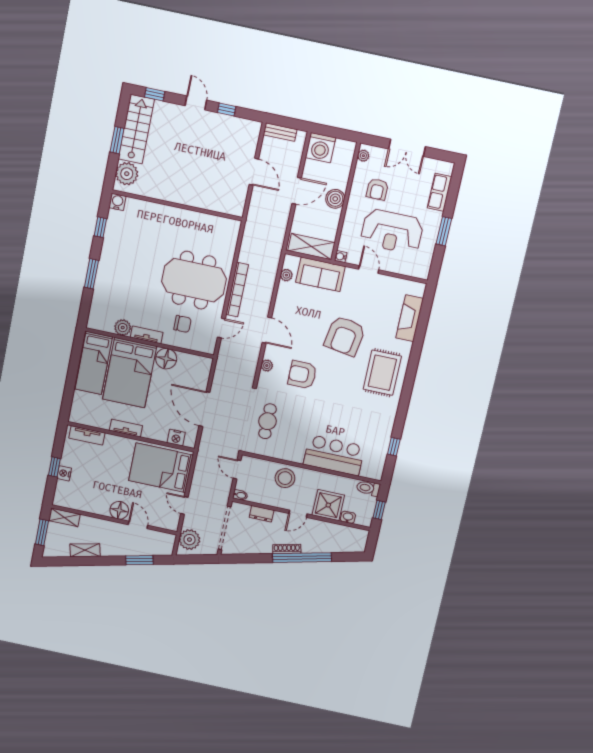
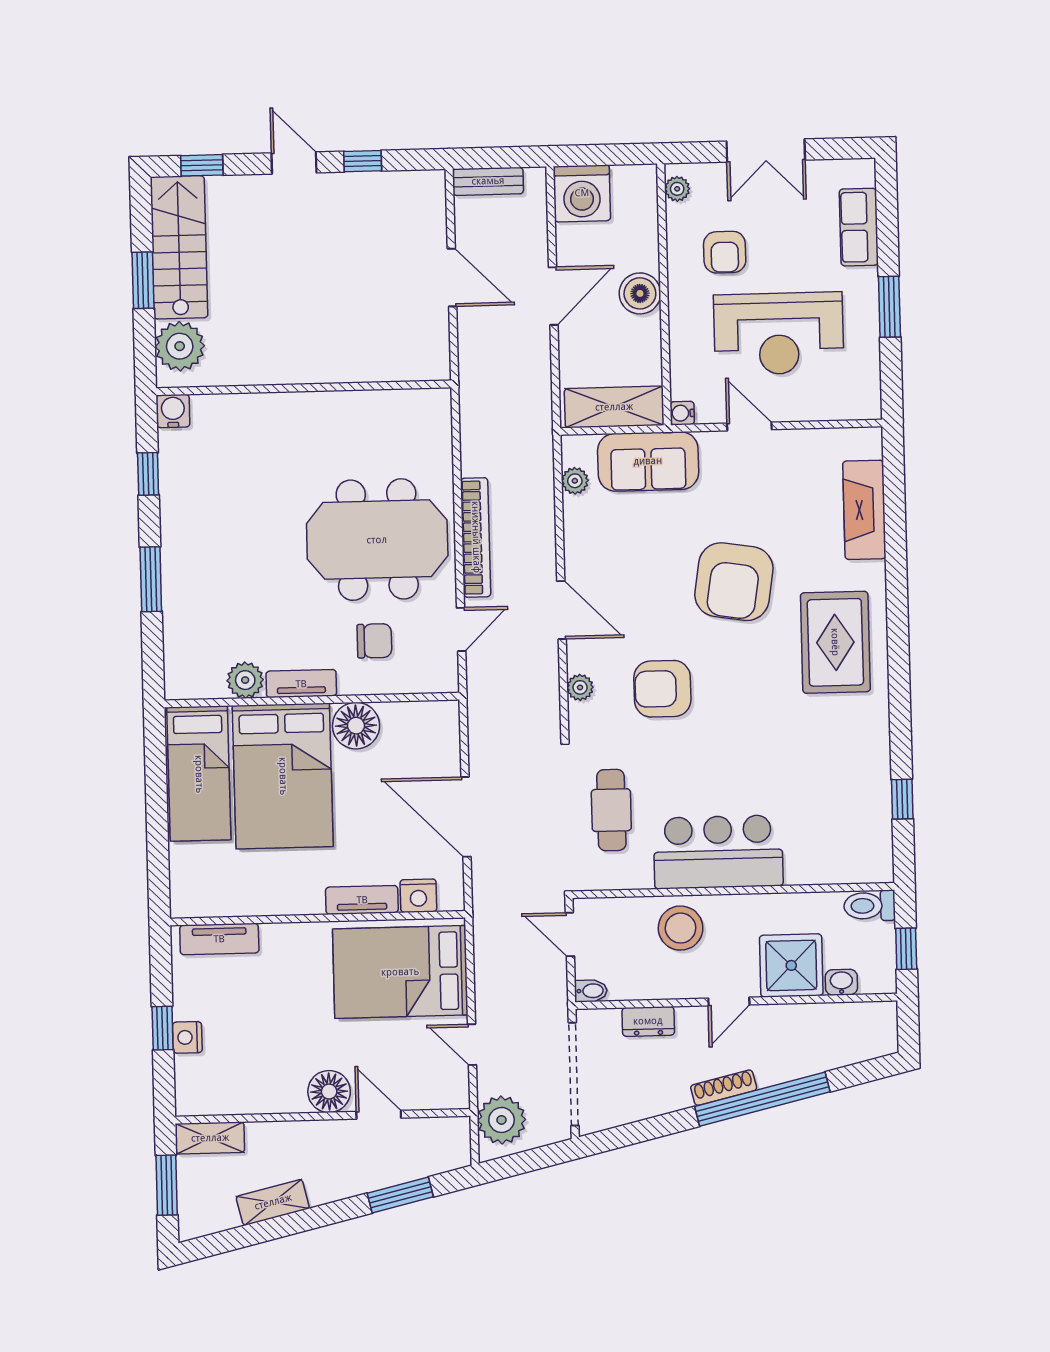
tv unit: (126, 428) -> (362, 900), moved
bar counter: (334, 455) -> (718, 852), moved

